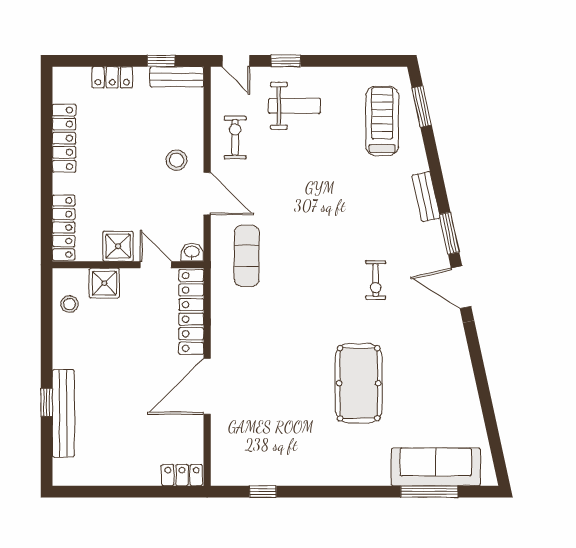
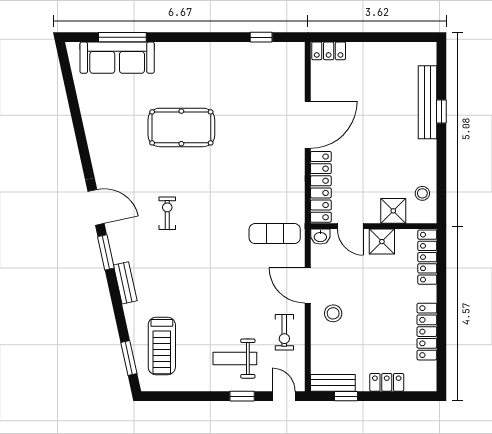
exercise mat: (247, 256) -> (275, 234), turned 90
pool table: (359, 383) -> (181, 127), turned 90

